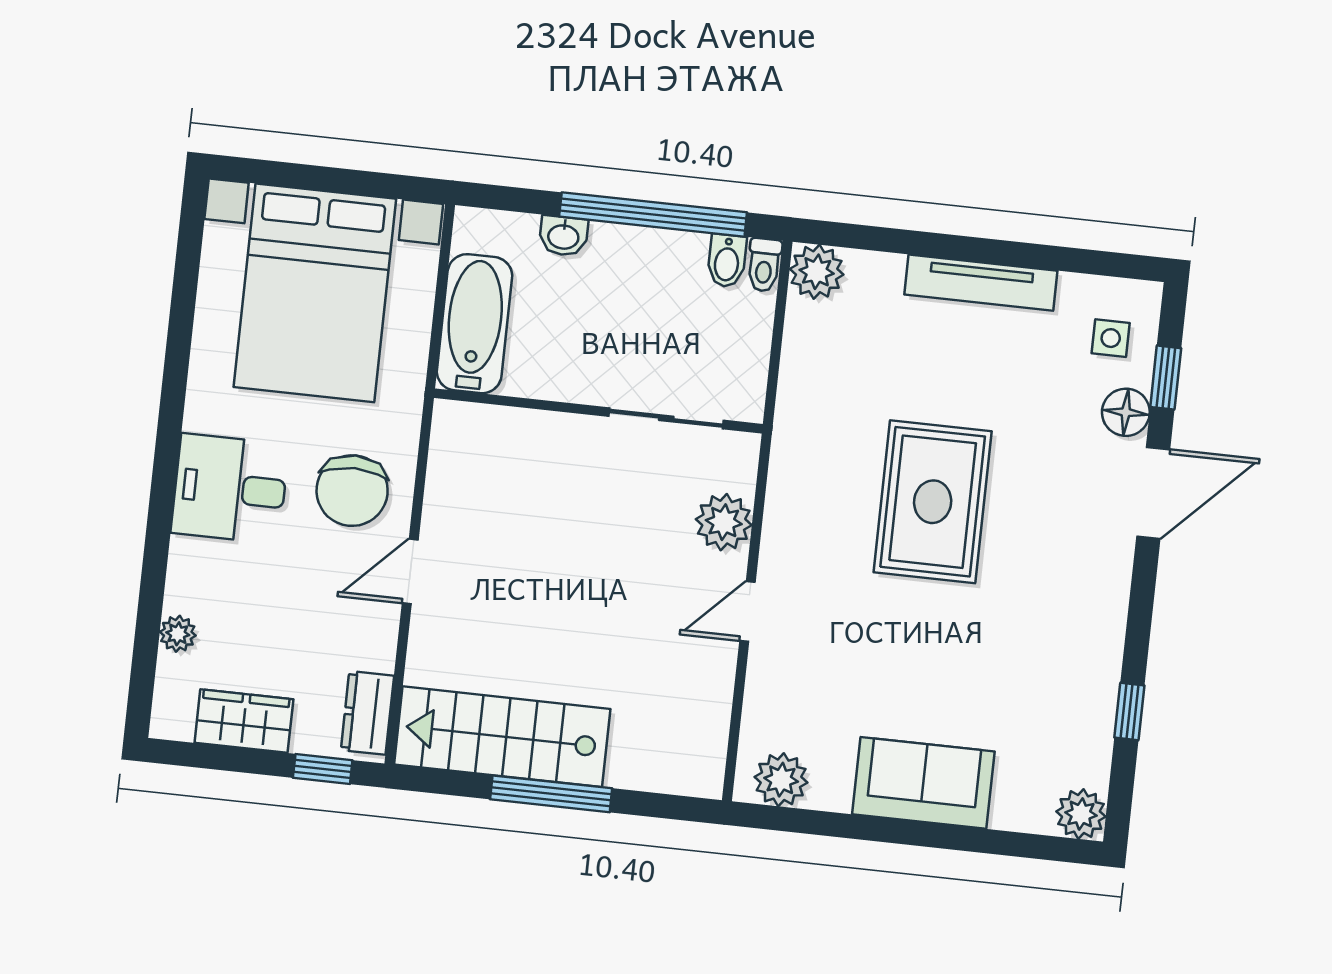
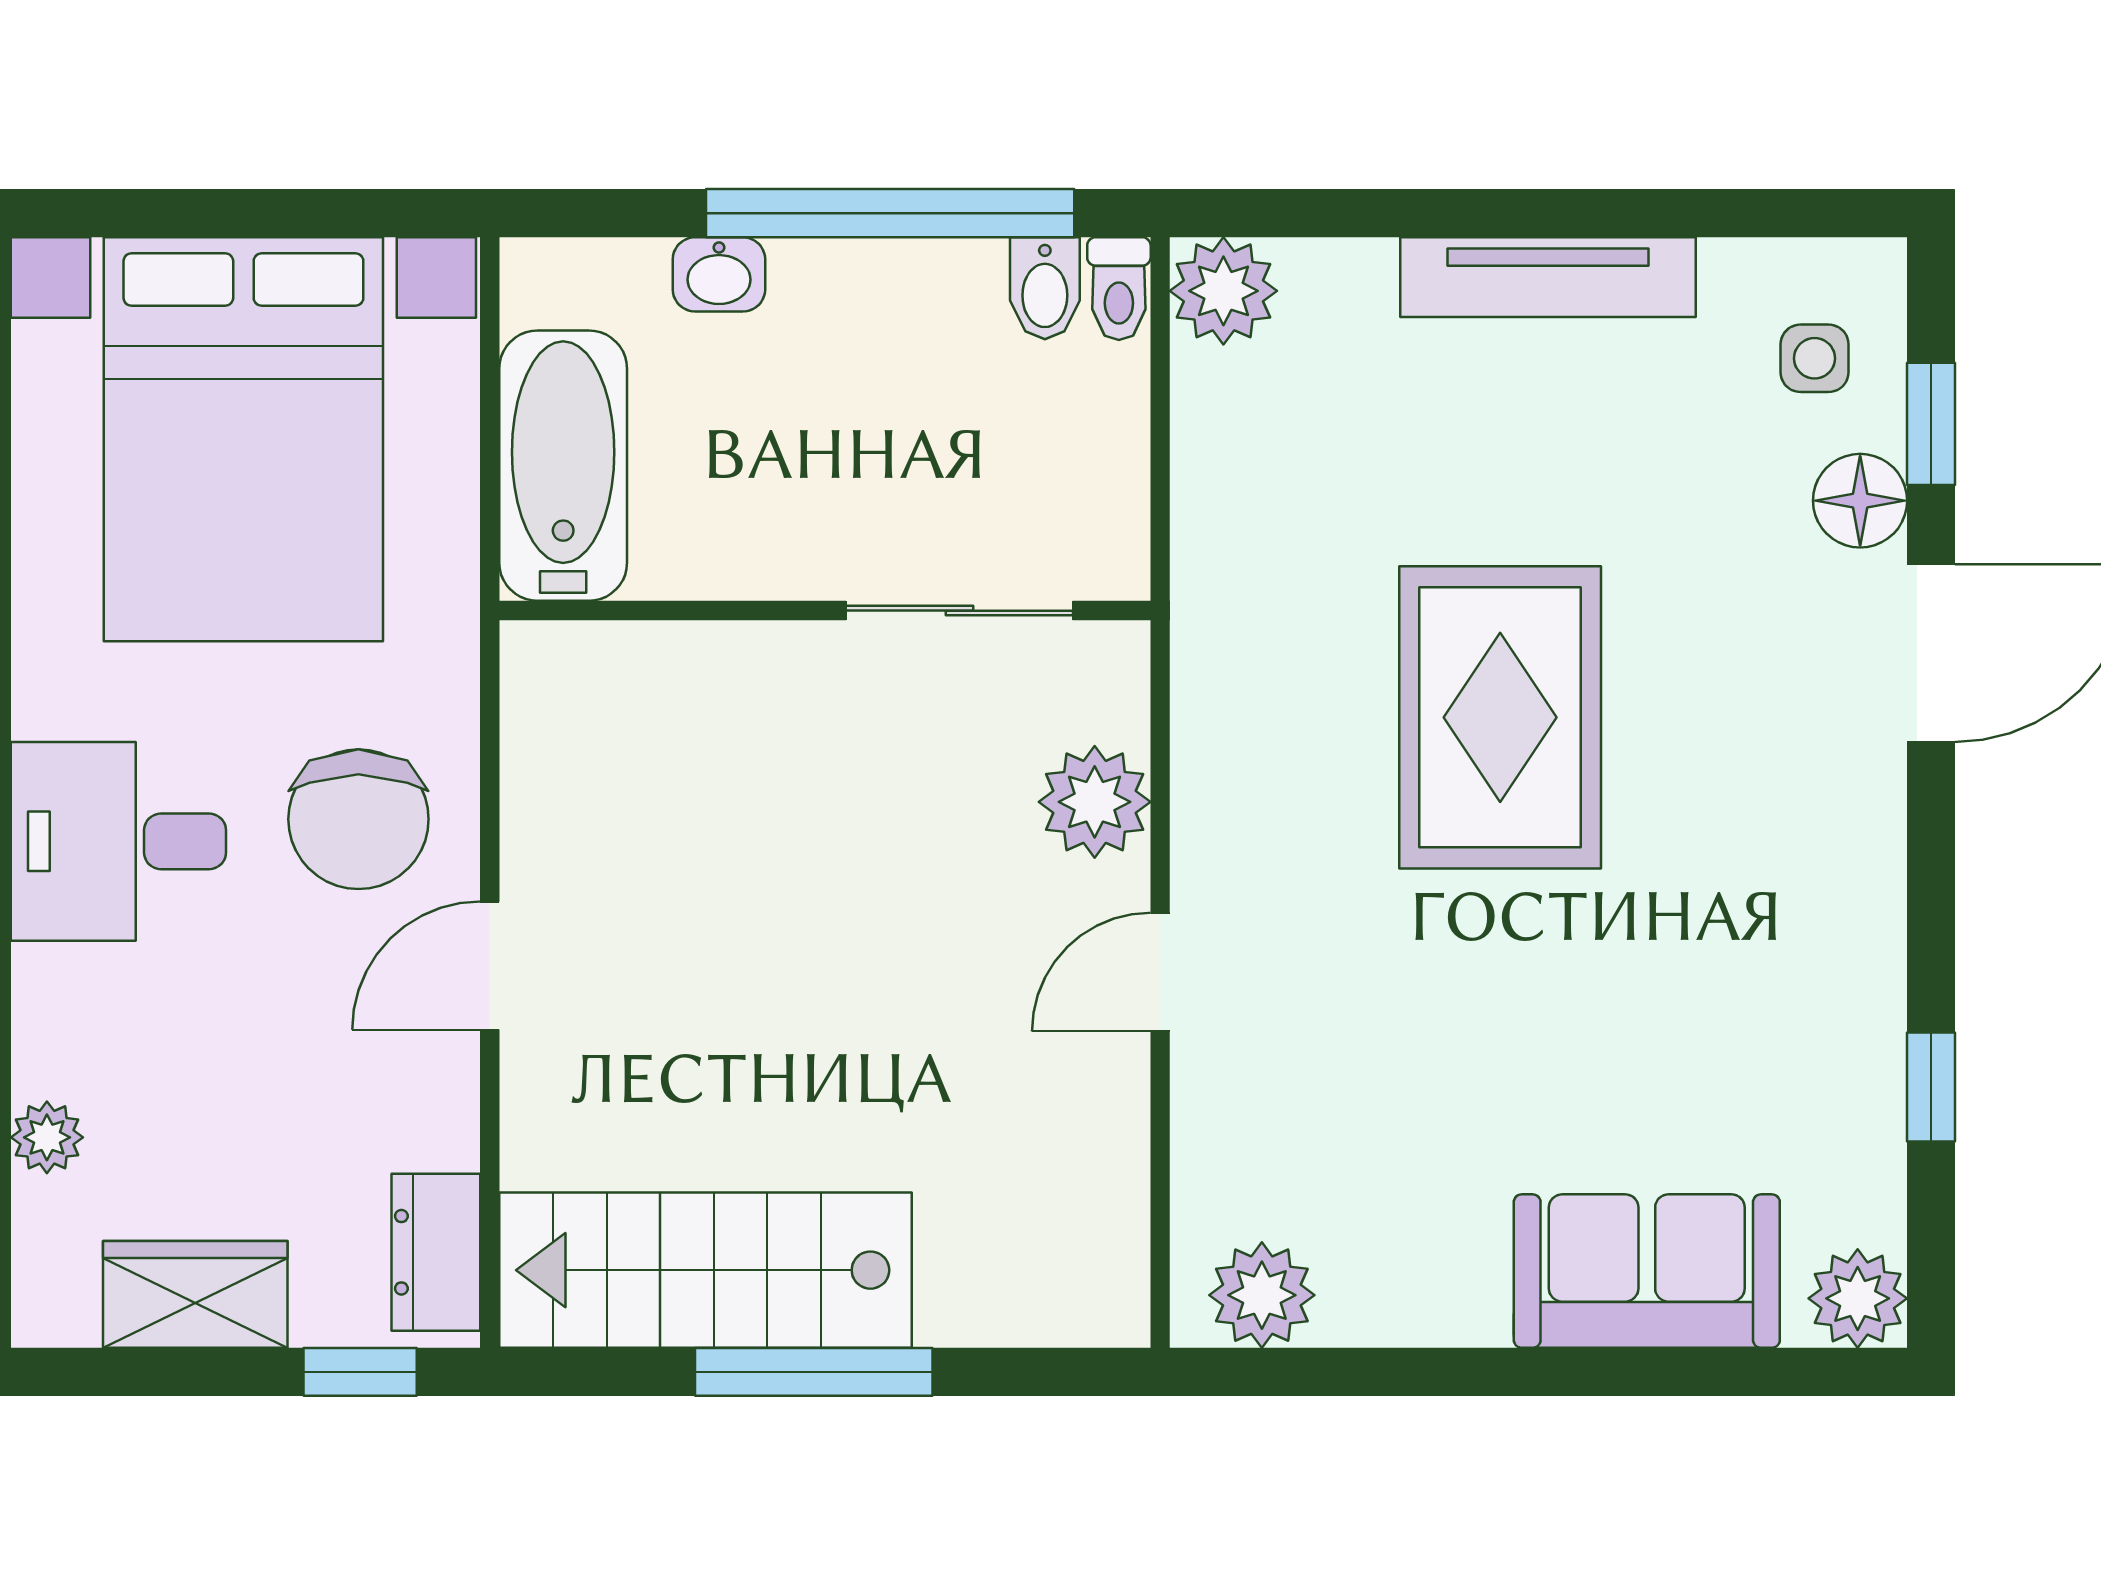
sofa: (923, 783) -> (1647, 1271), moved

